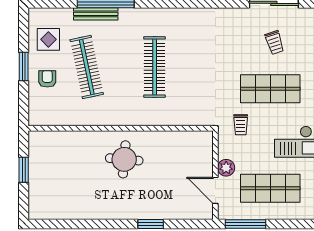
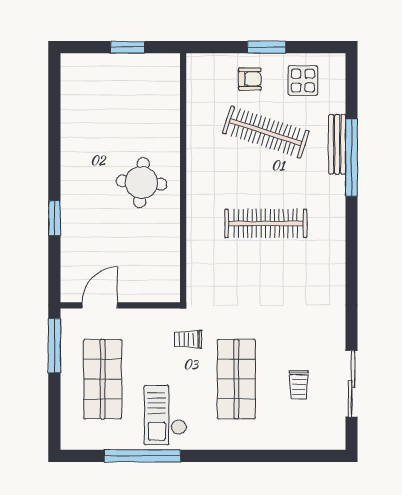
trolley: (275, 43) -> (299, 385), turned -72
clothes rail: (87, 67) -> (266, 132), turned 30
plant: (226, 168) -> (130, 320), removed

